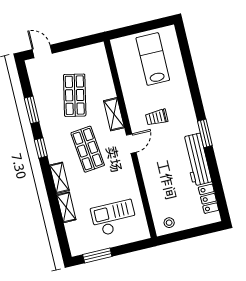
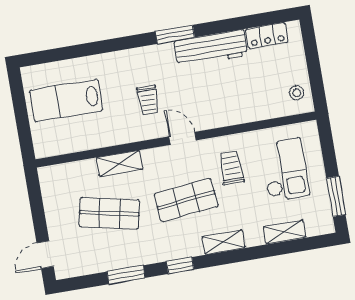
shelving: (114, 114) -> (119, 163), moved
trolley: (113, 180) -> (231, 168), added
shelving: (66, 207) -> (284, 232), moved
checkout: (114, 218) -> (285, 170), turned 180

